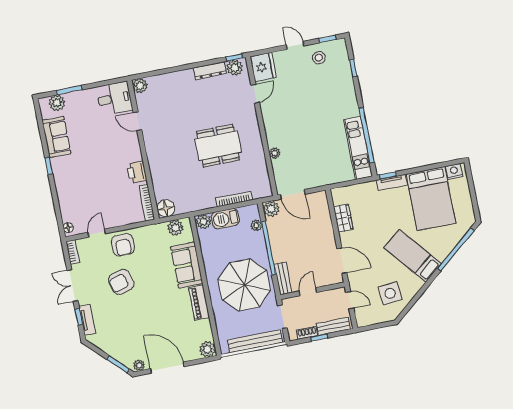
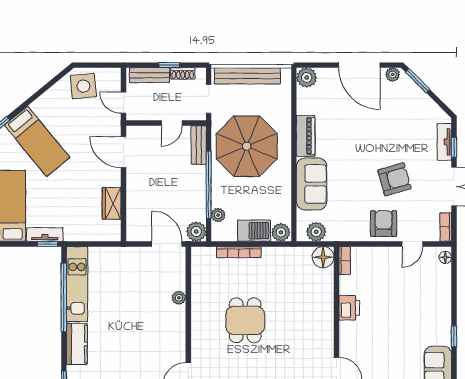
kitchen counter: (349, 100) -> (77, 344), added
dining table: (218, 146) -> (245, 320), width x0.73
bookcase: (147, 203) -> (345, 261), width x0.64
side table: (390, 293) -> (83, 86), moved

